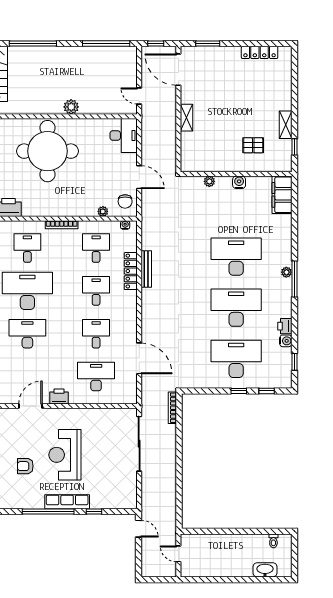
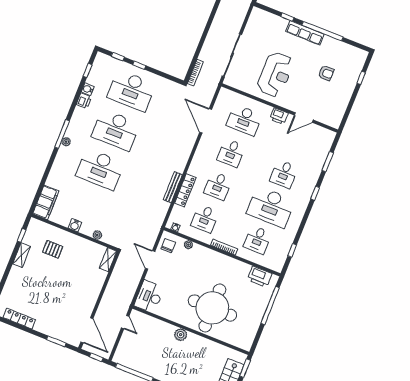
shelving: (186, 118) -> (108, 260), moved
desk: (27, 334) -> (284, 174), width x0.73
reception desk: (65, 455) -> (275, 74), moved

